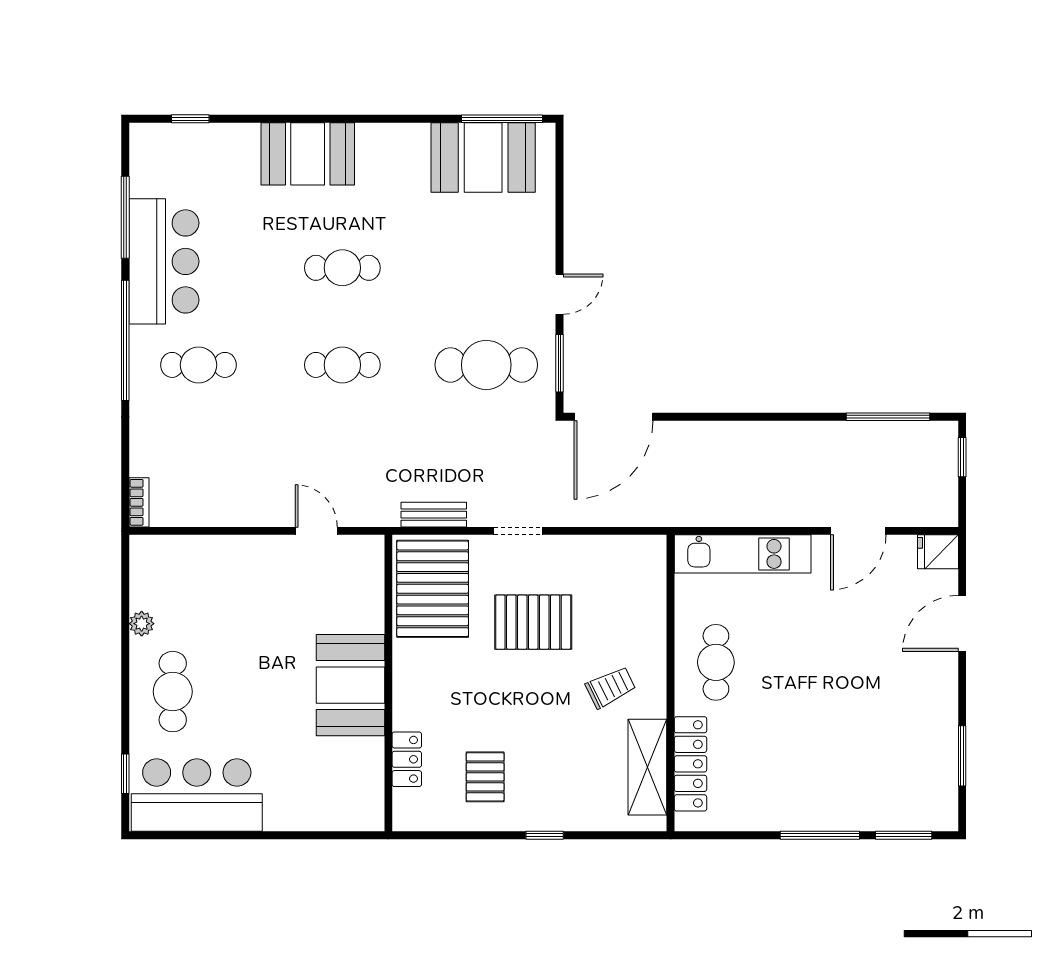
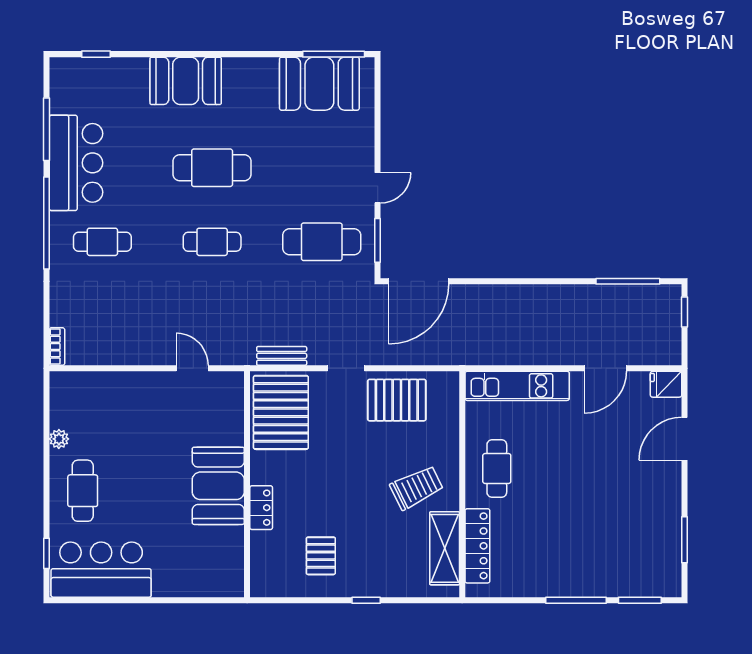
cafe table: (342, 268) -> (212, 168), width x1.37, depth x1.35
pallet: (533, 622) -> (397, 400), moved
trolley: (611, 687) -> (417, 488), width x1.36, depth x1.39
locker: (407, 759) -> (261, 508), moved

